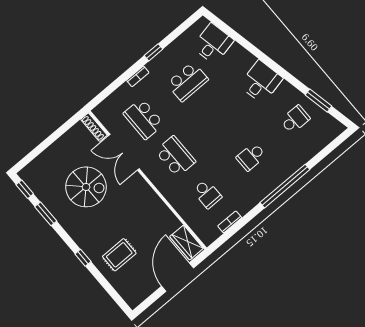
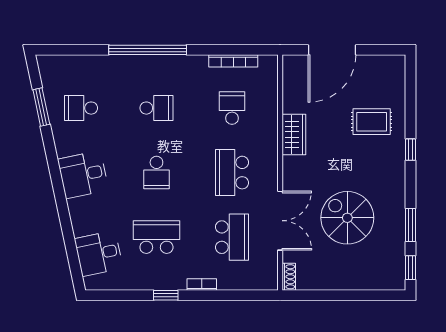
school desk: (219, 119) -> (156, 173), added
shoe rack: (94, 127) -> (289, 277), width x0.70
bookcase: (230, 222) -> (233, 61), width x1.56
wardrobe: (187, 242) -> (294, 134), moved

